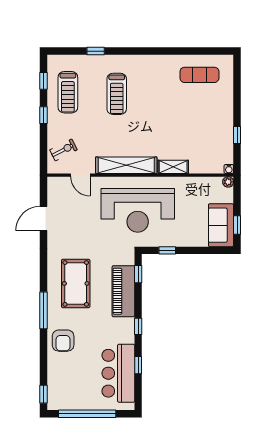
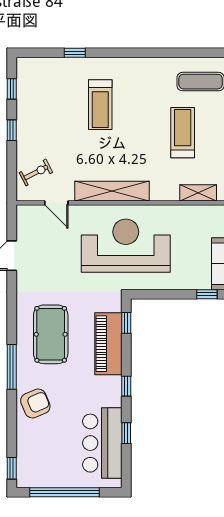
treadmill: (68, 92) -> (183, 133), moved, turned 180
shelving: (173, 167) -> (198, 193), moved
reception desk: (138, 210) -> (126, 246), turned 180
window: (167, 250) -> (207, 294), moved
armchair: (63, 341) -> (35, 403), turned -113

